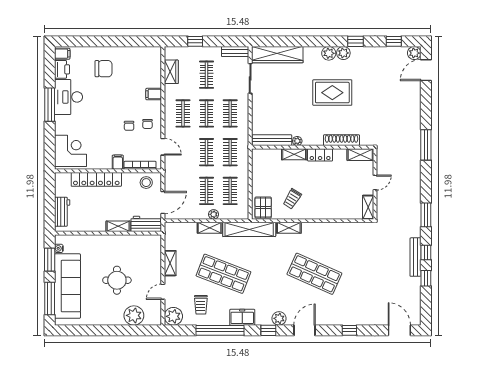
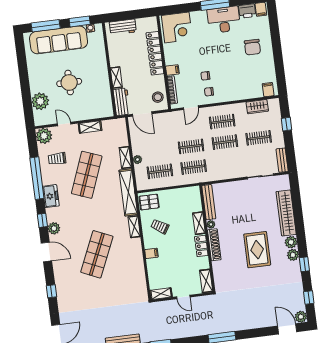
wardrobe: (277, 55) -> (286, 213), moved
filing cabinet: (154, 94) -> (268, 90), moved
clothes rail: (230, 113) -> (227, 163), removed
shoe rack: (342, 140) -> (214, 245), moved
clothes rail: (207, 191) -> (157, 151), removed
filing cabinet: (321, 212) -> (151, 253), added

